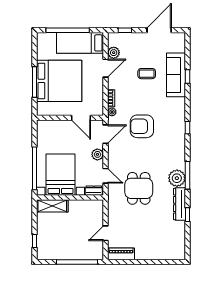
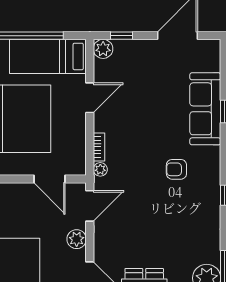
plant: (114, 53) -> (103, 49), moved
coffee table: (147, 74) -> (157, 107), removed
armchair: (142, 126) -> (176, 169), moved, width x0.53, depth x0.53

